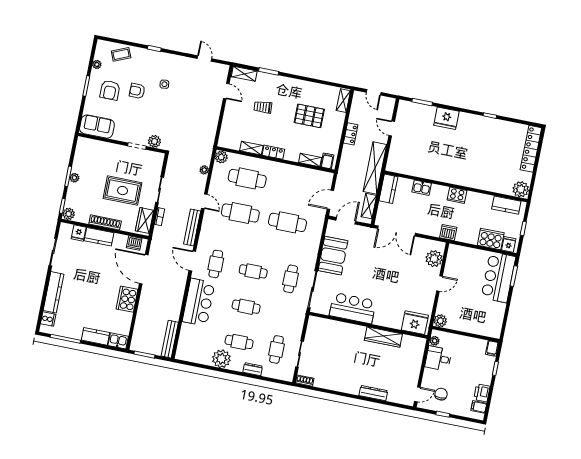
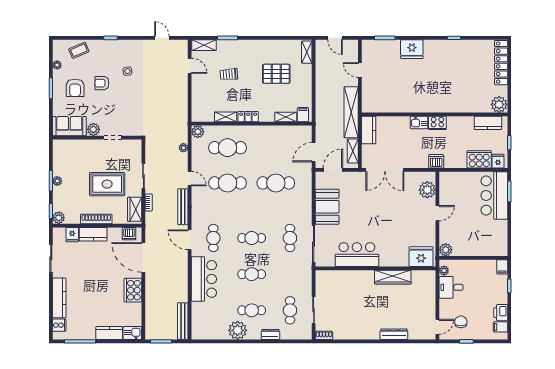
locker: (351, 134) -> (321, 83), removed
plant: (154, 141) -> (93, 129), moved
kitchen sink: (422, 188) -> (419, 122), moved

